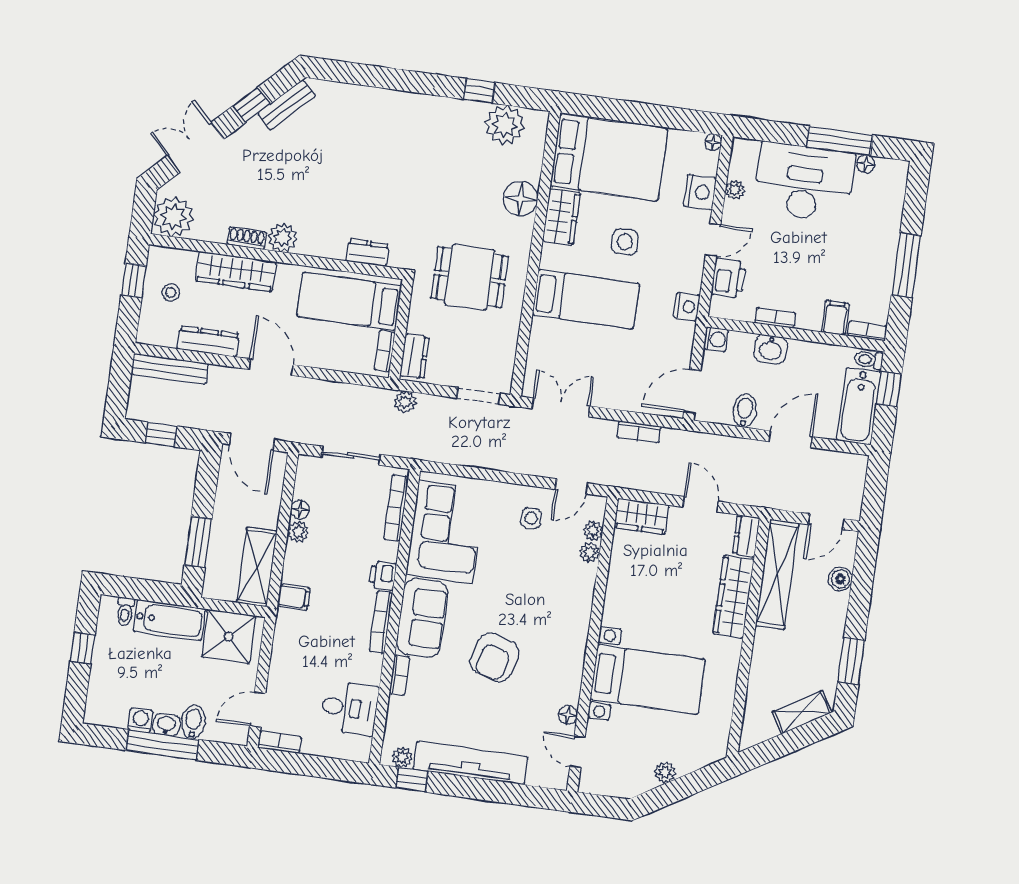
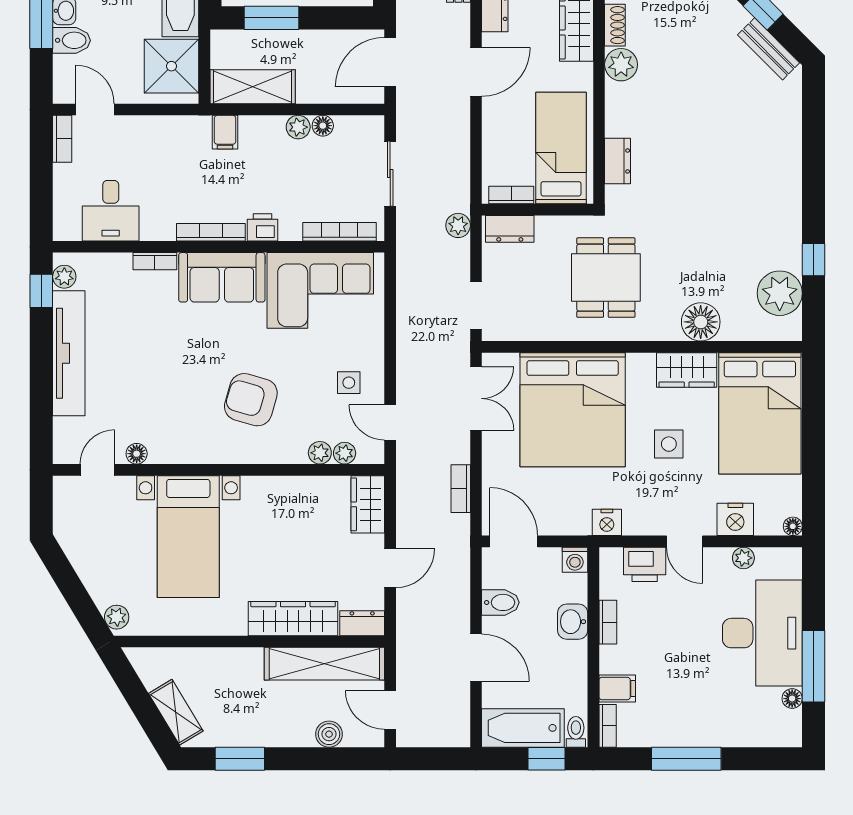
bed: (586, 299) -> (573, 410), width x2.04
armchair: (495, 657) -> (251, 400), moved
plant: (665, 772) -> (117, 617), moved

